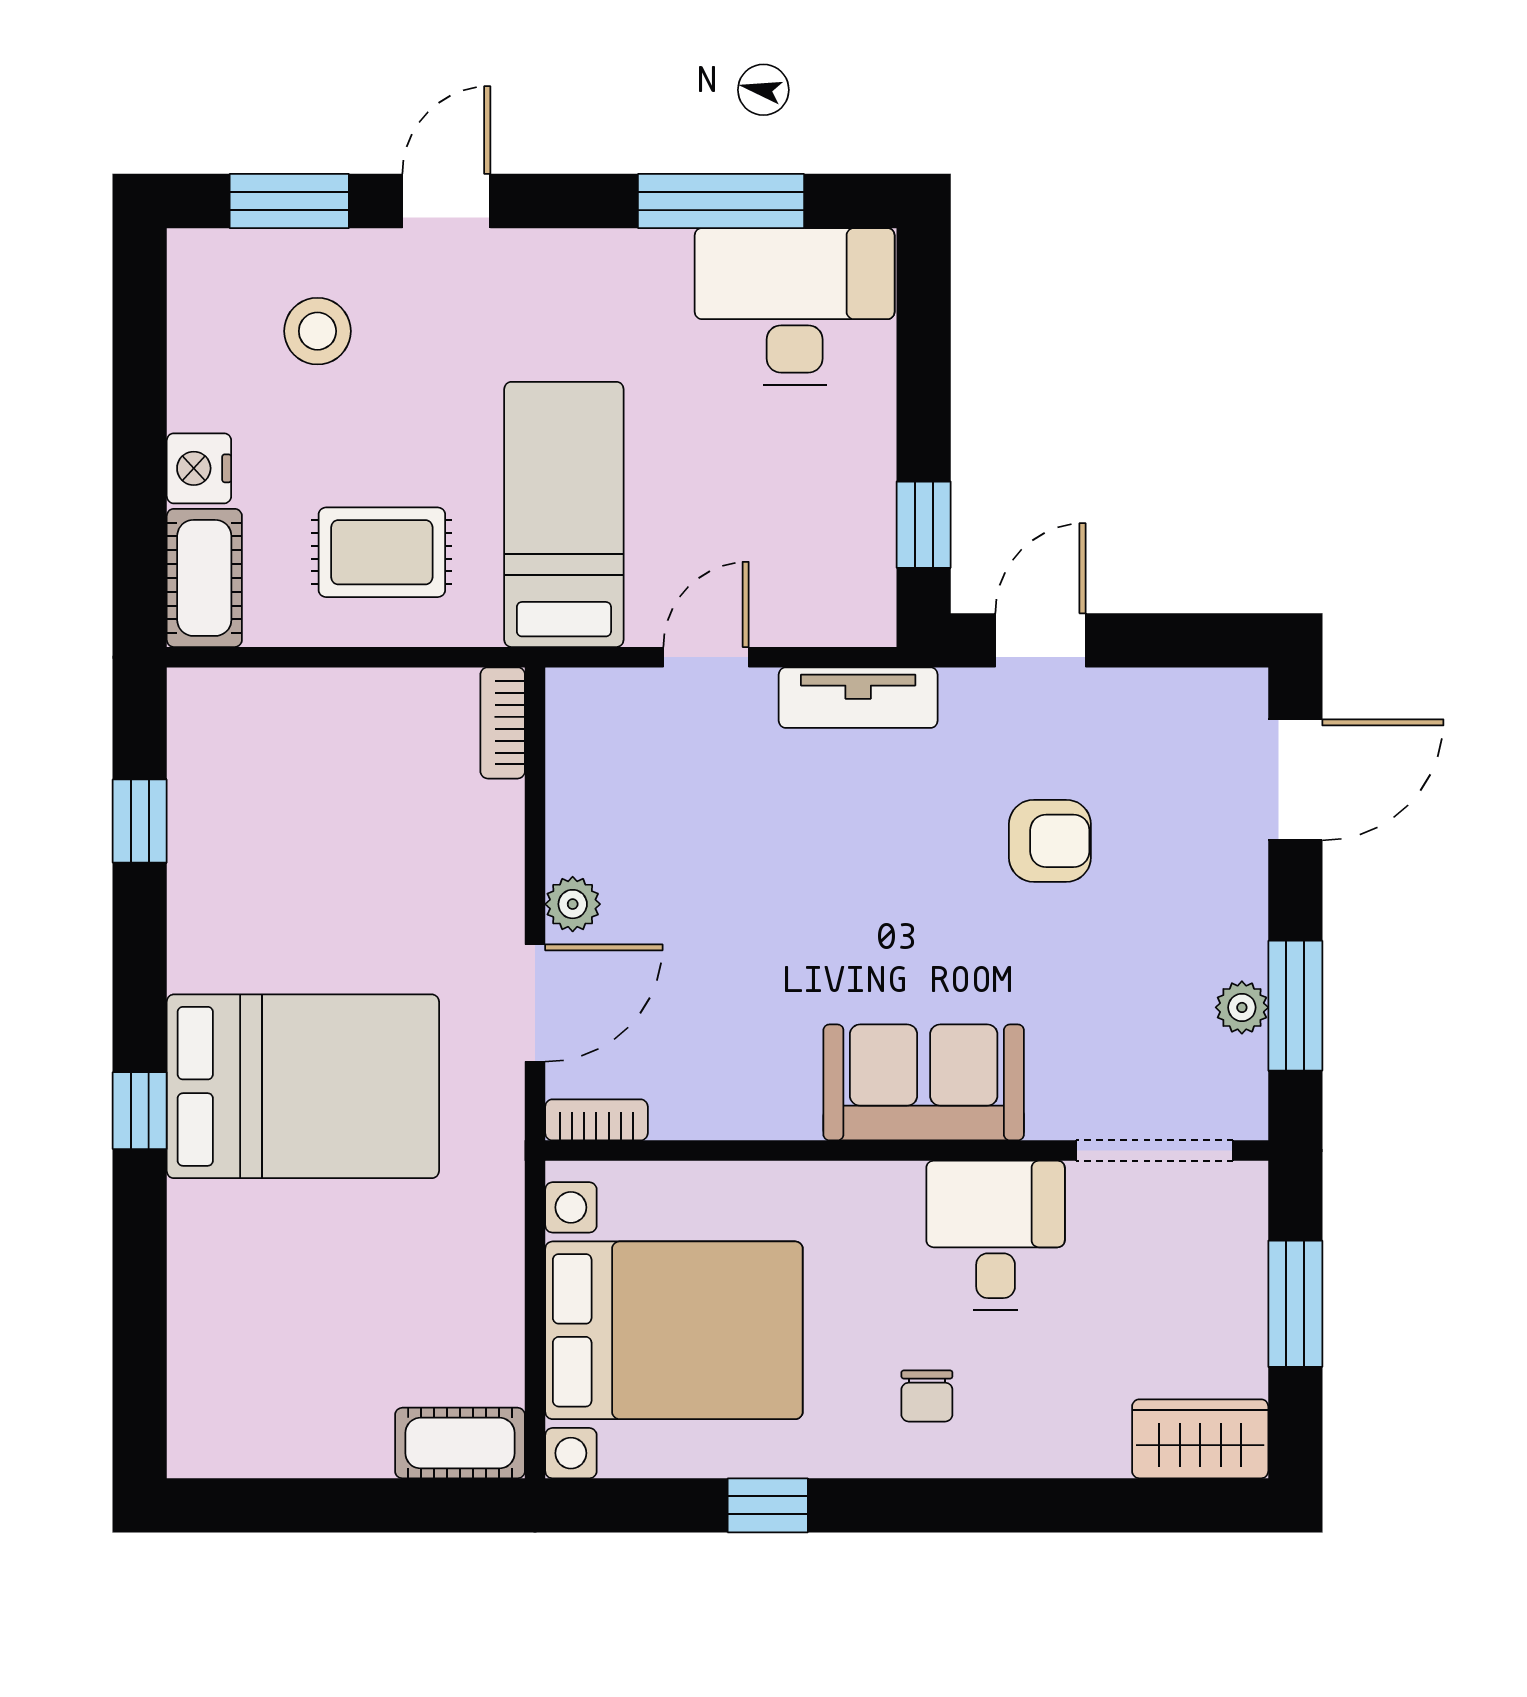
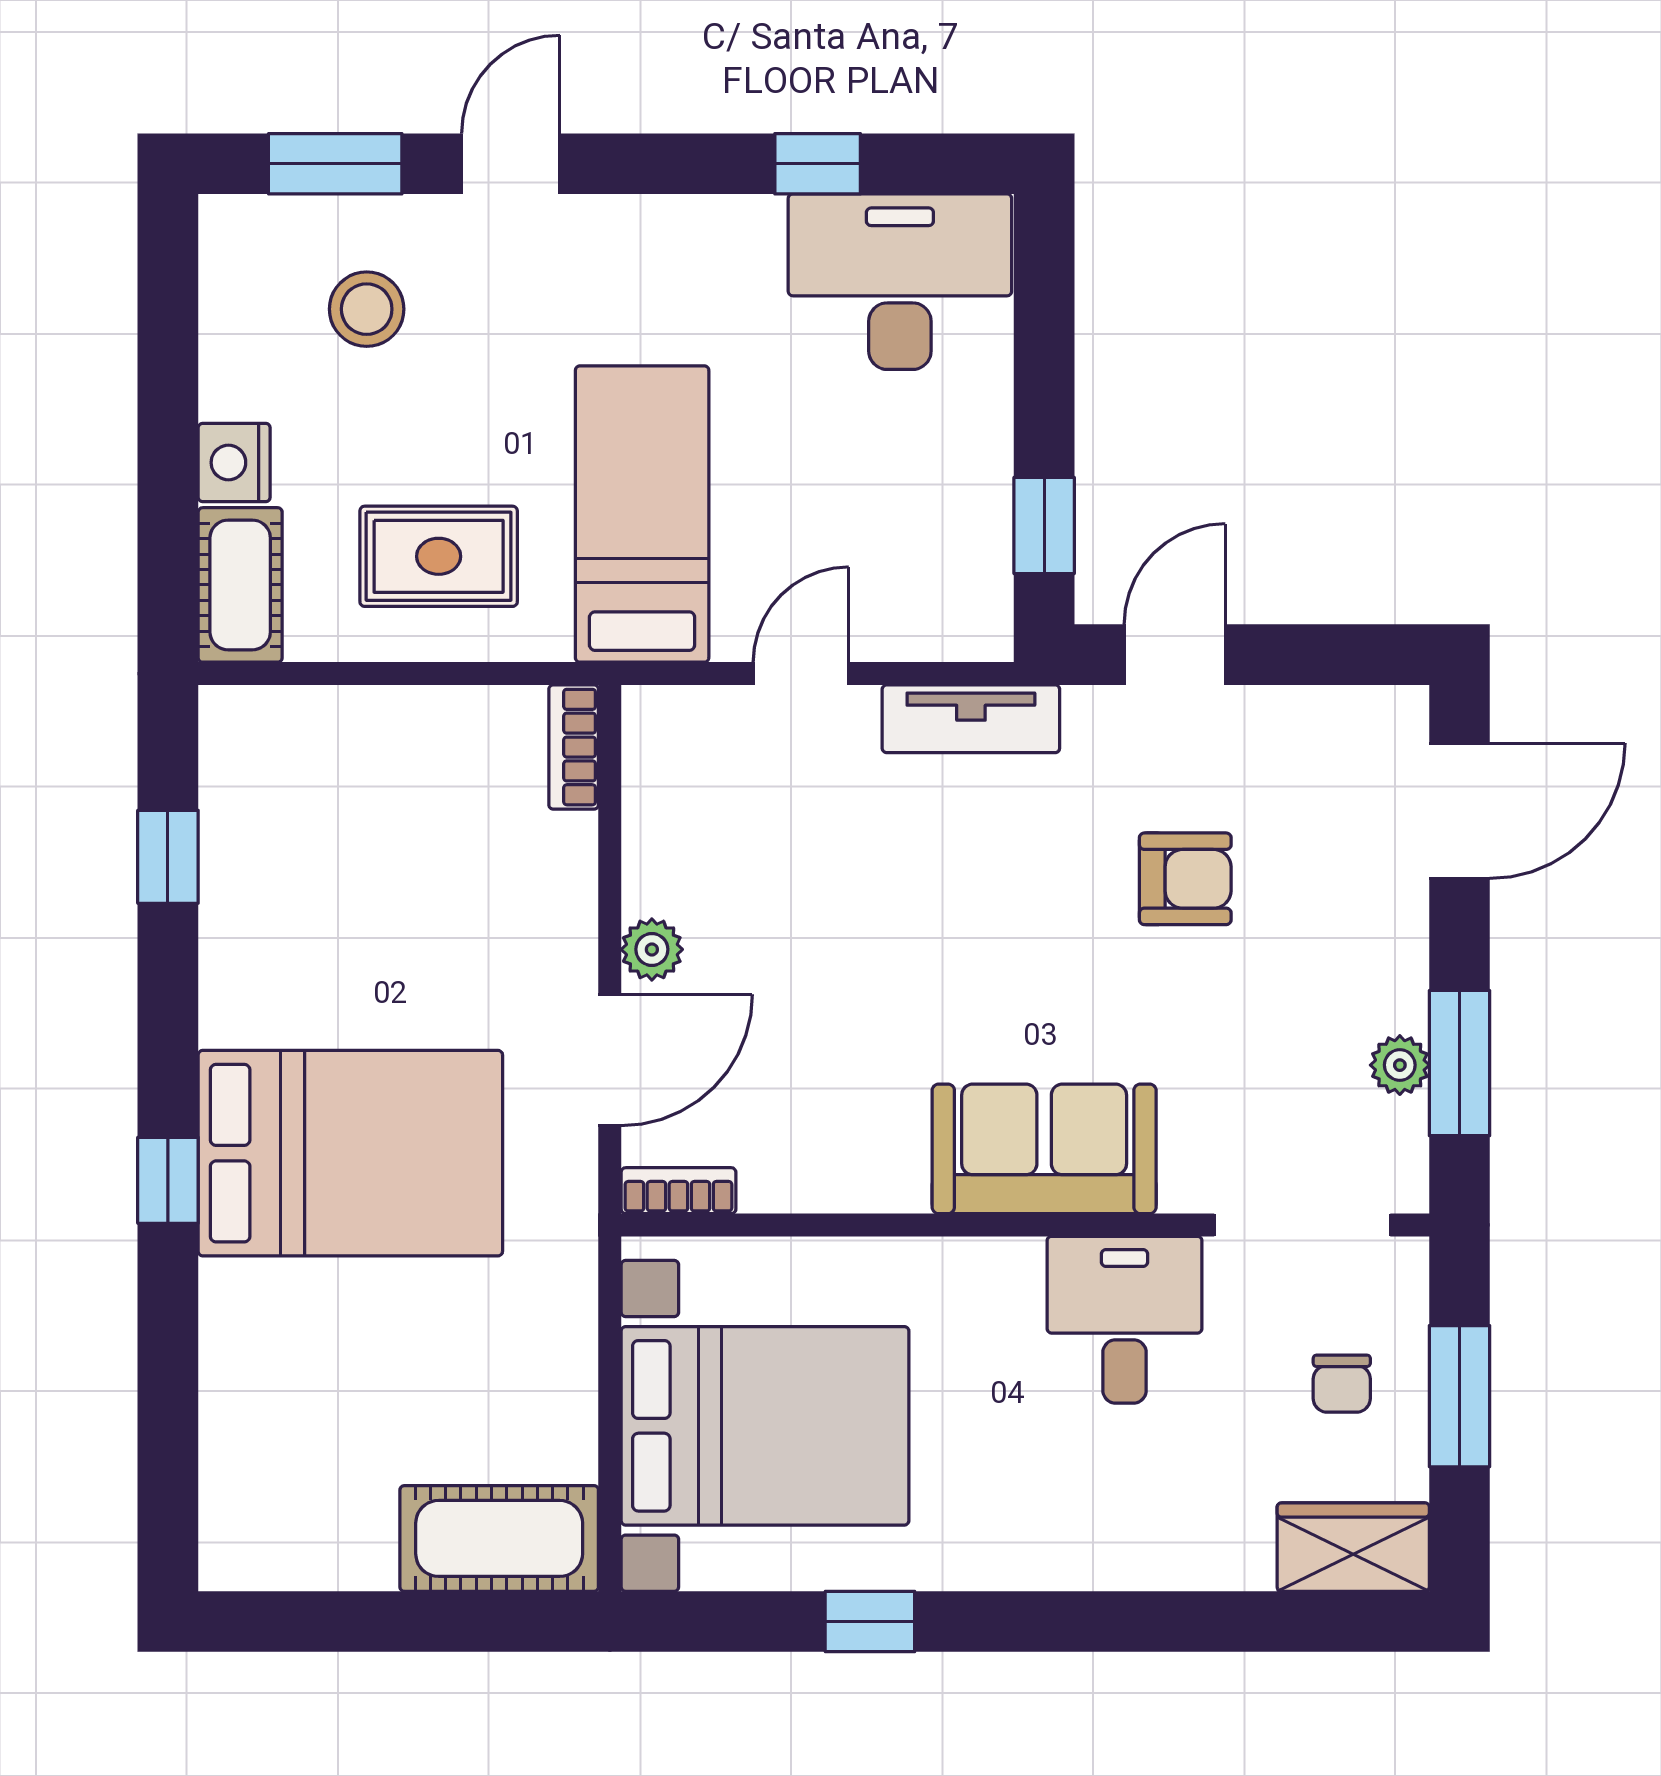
window: (721, 201) -> (818, 164), width x0.46
chair: (927, 1396) -> (1342, 1384), moved
cot: (460, 1443) -> (499, 1538), width x1.37, depth x1.34

